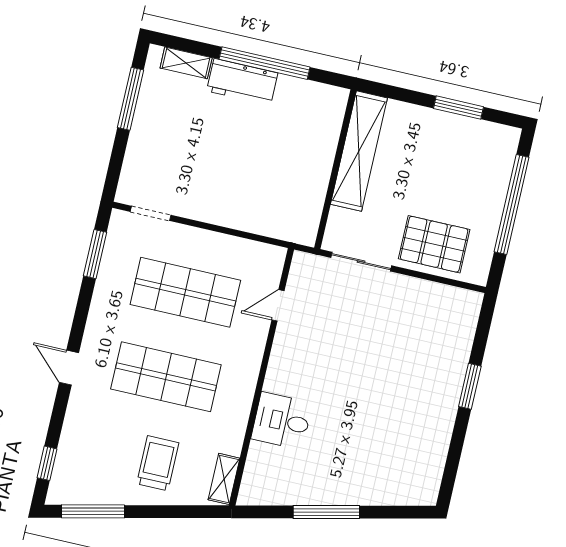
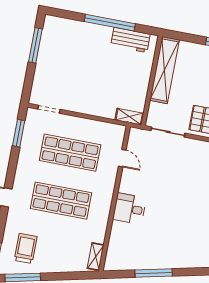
shelving: (186, 63) -> (129, 117), moved
workbench: (242, 82) -> (130, 40), moved
door: (278, 305) -> (122, 158), swing flipped
desk: (282, 421) -> (129, 209), moved
trolley: (158, 463) -> (26, 248), moved

